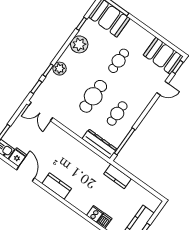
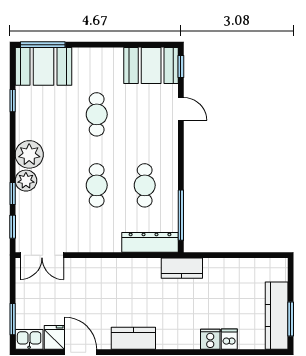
plant: (79, 44) -> (29, 154), moved
door: (163, 88) -> (181, 109), hinge flipped
cafe table: (93, 96) -> (97, 185), width x0.73, depth x0.74
kitchen counter: (117, 176) -> (182, 268), moved

